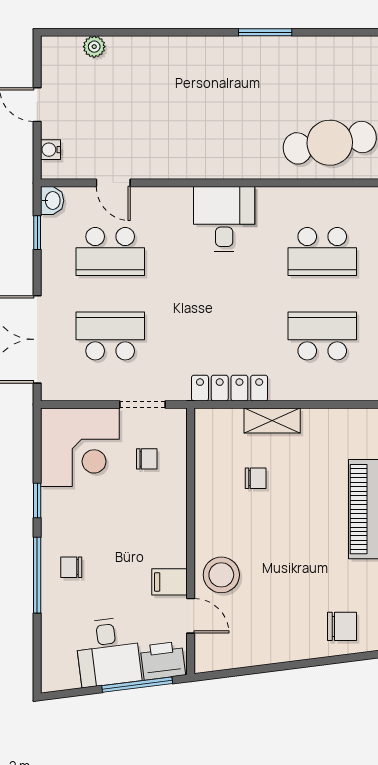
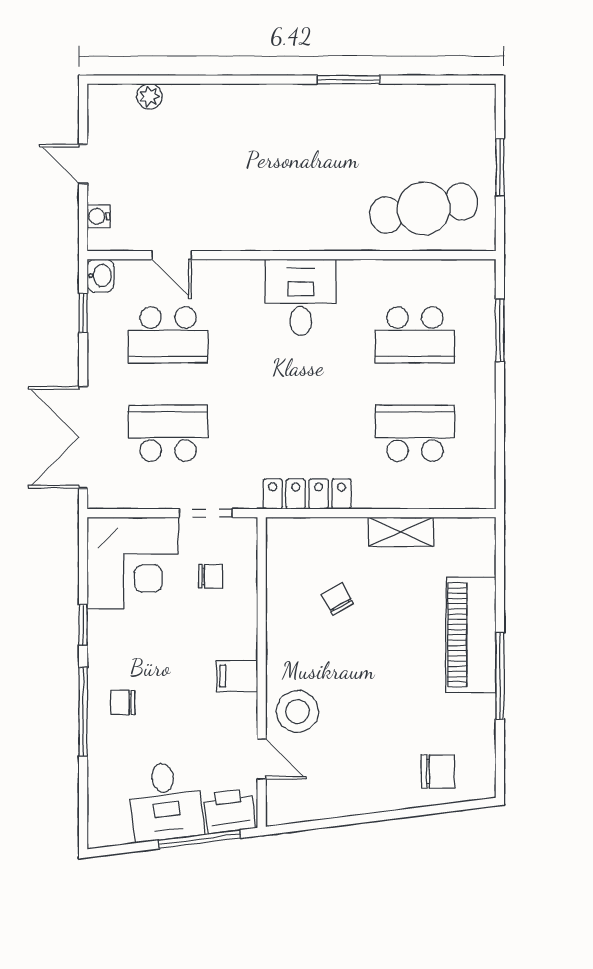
shelving: (272, 421) -> (401, 532), moved
chair: (256, 478) -> (337, 599), turned -119
filing cabinet: (170, 582) -> (237, 676), moved

